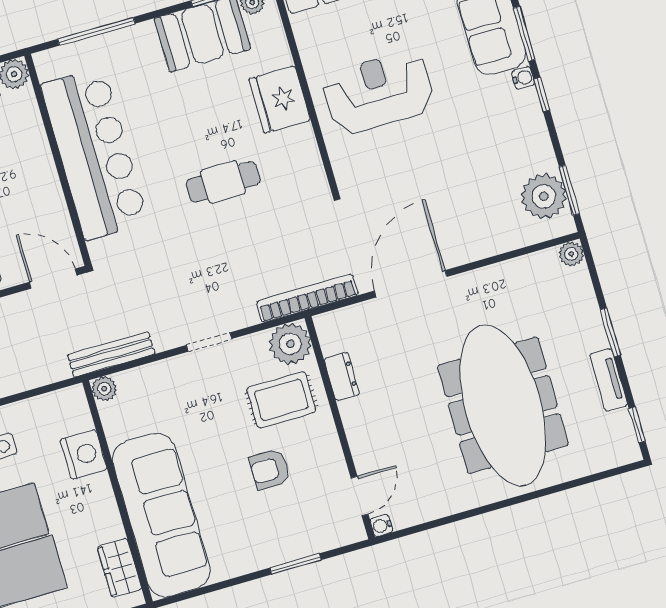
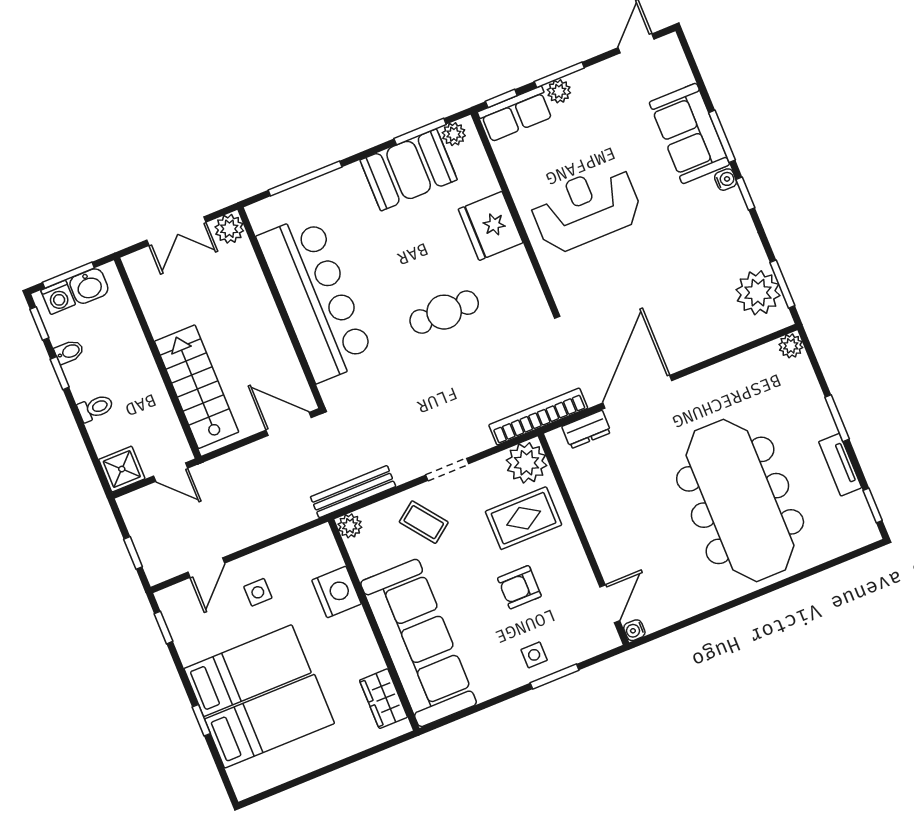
dresser: (342, 376) -> (586, 429), moved, turned 90
coffee table: (180, 393) -> (424, 522), added
side table: (277, 540) -> (534, 655), added

